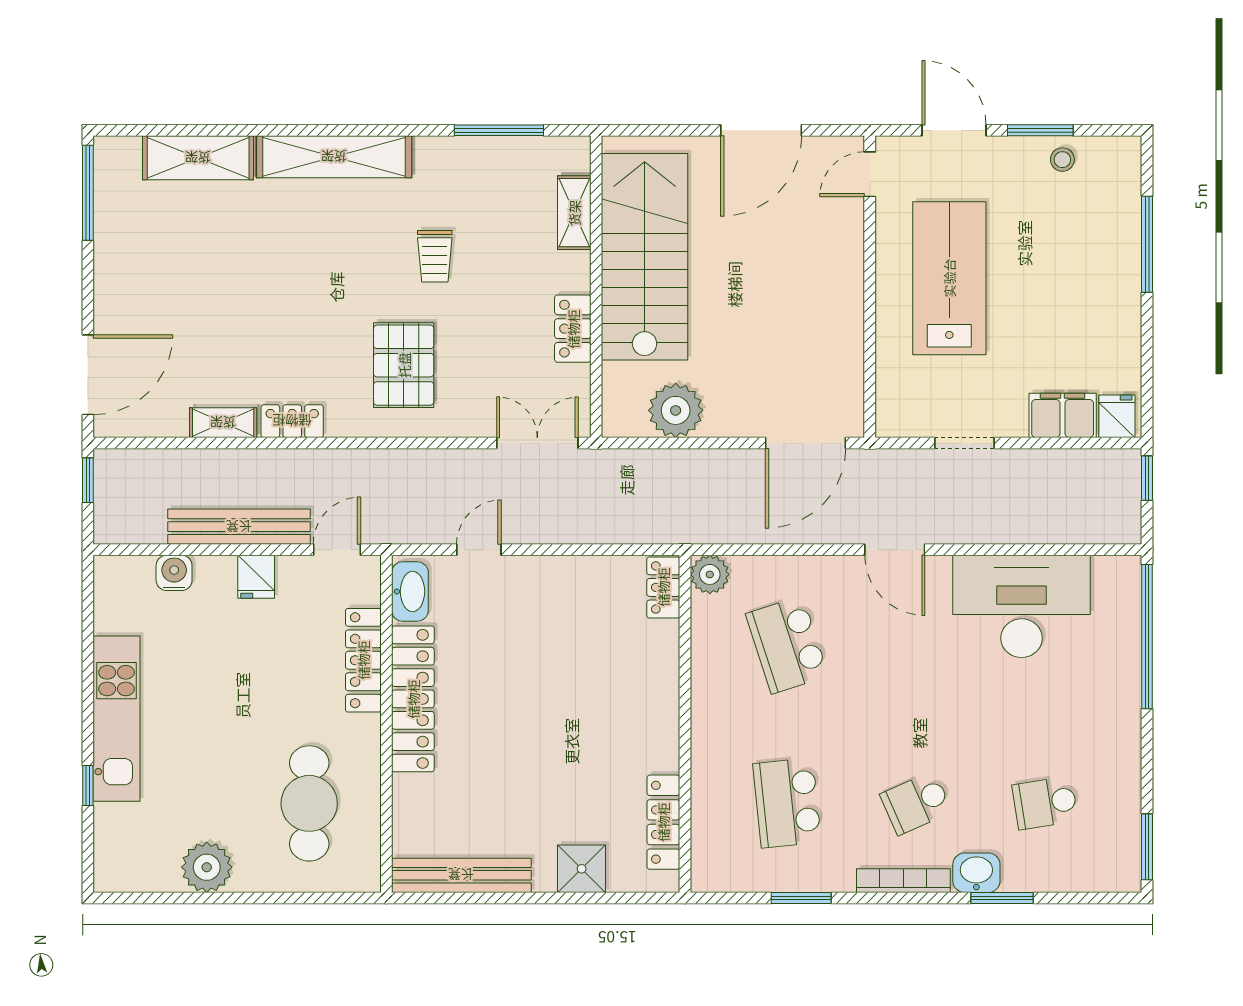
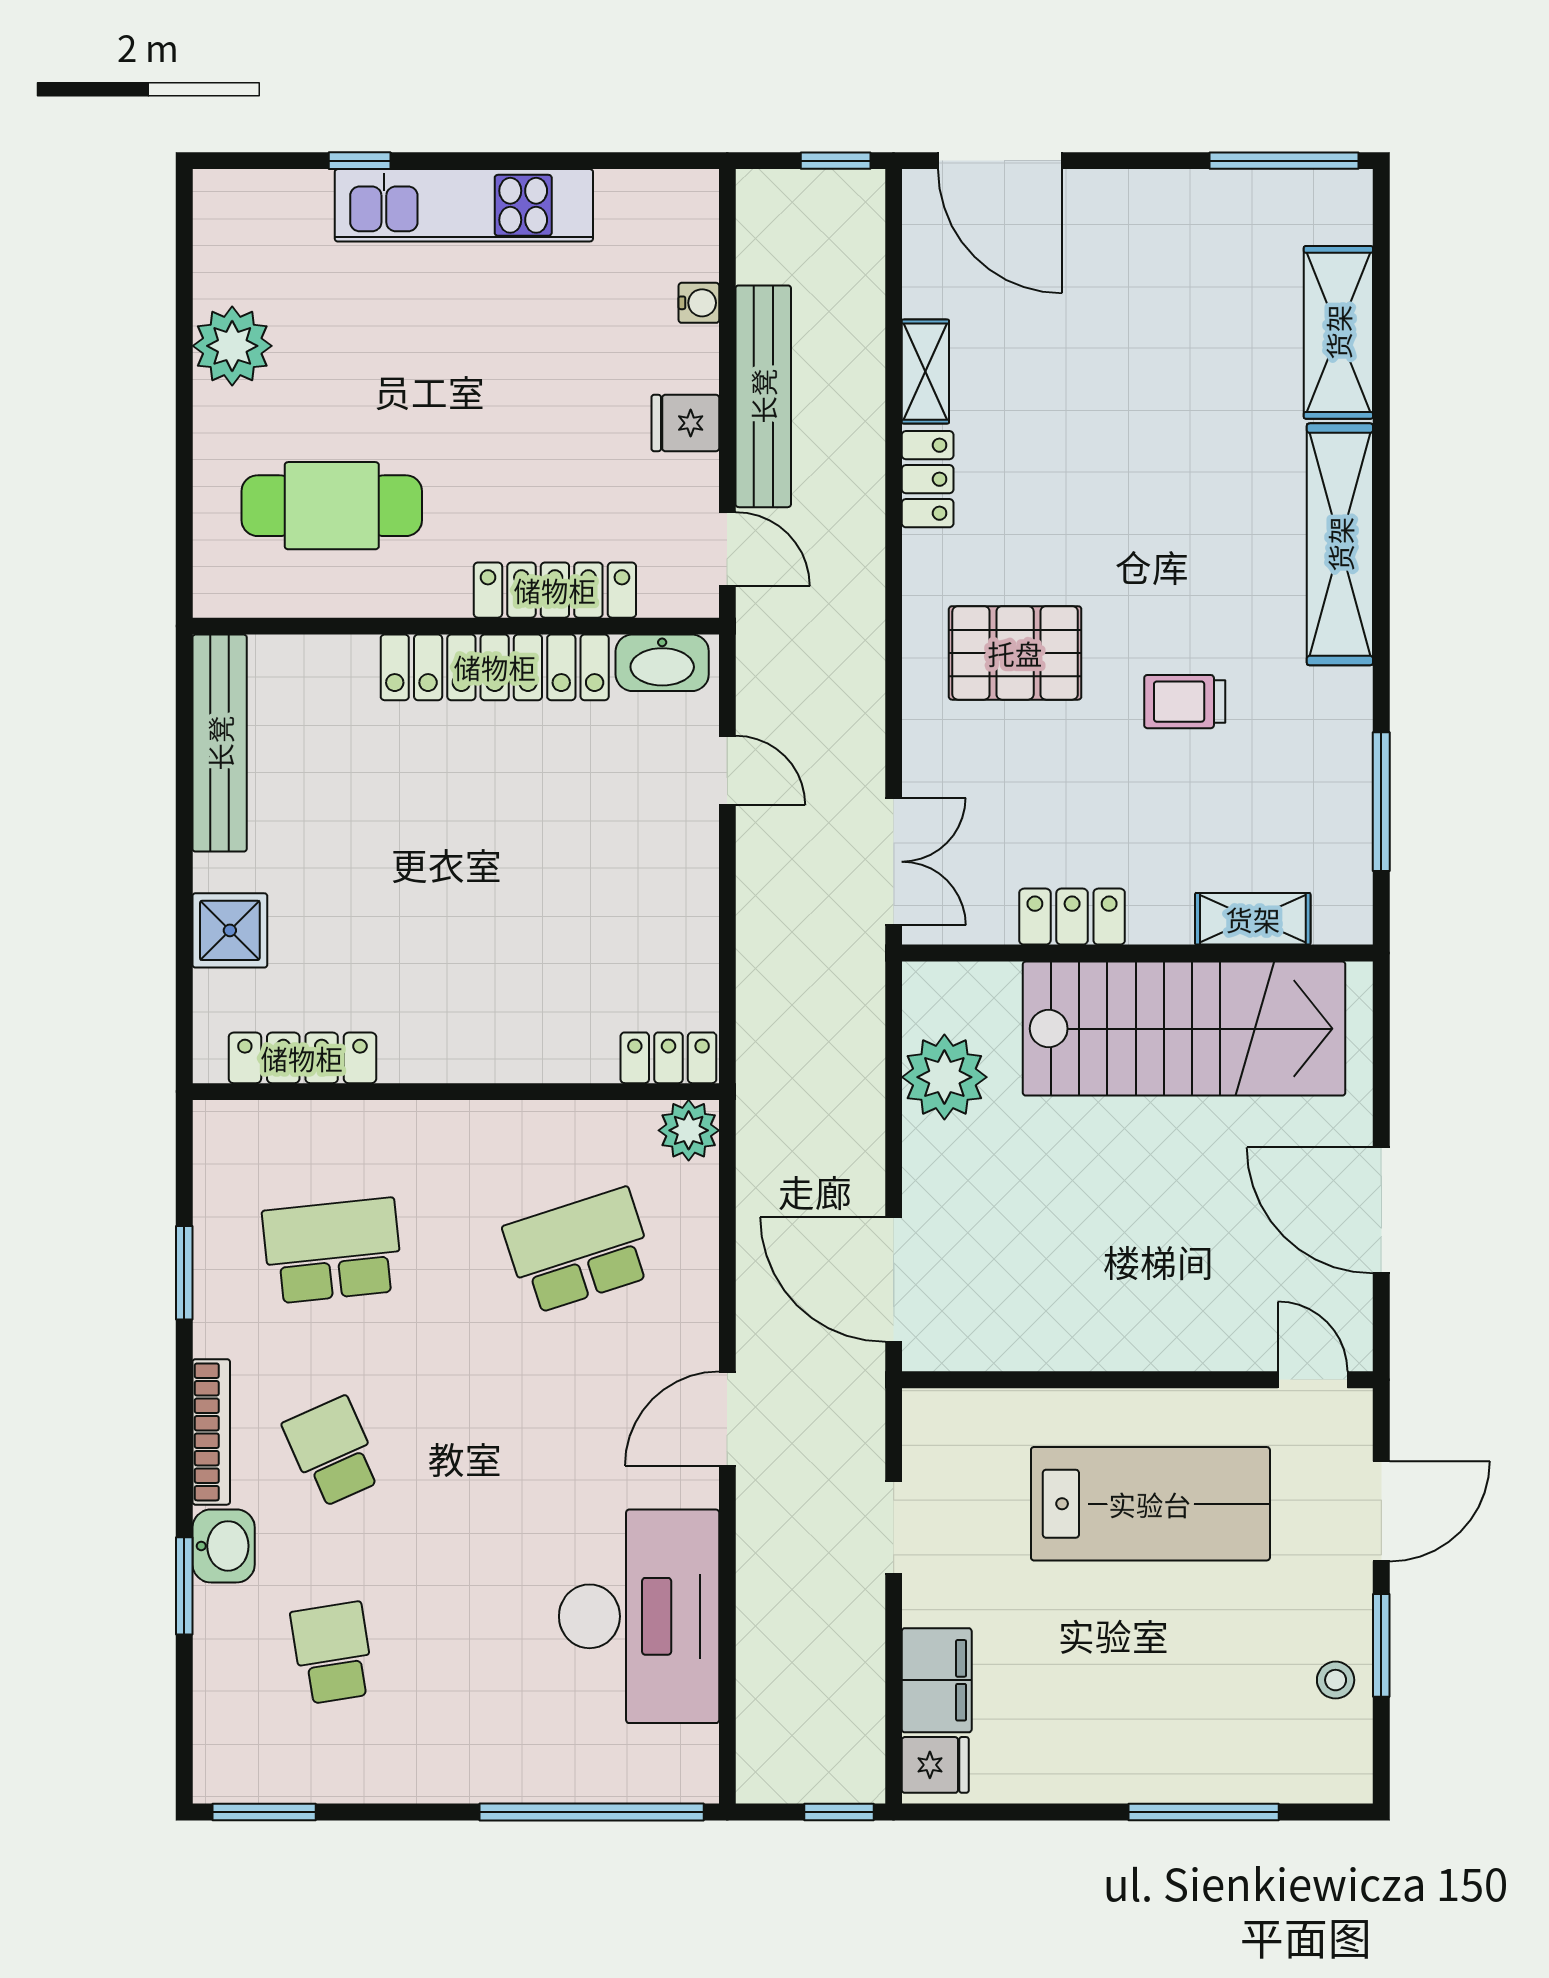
water cooler: (174, 573) -> (699, 303), width x0.72, depth x0.72

